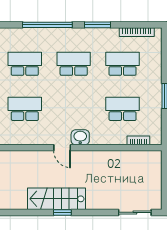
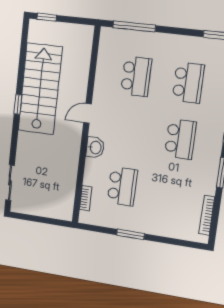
school desk: (123, 64) -> (173, 194), removed
washbasin: (80, 137) -> (95, 147), moved
stairs: (56, 199) -> (40, 89), width x1.36, depth x1.51

